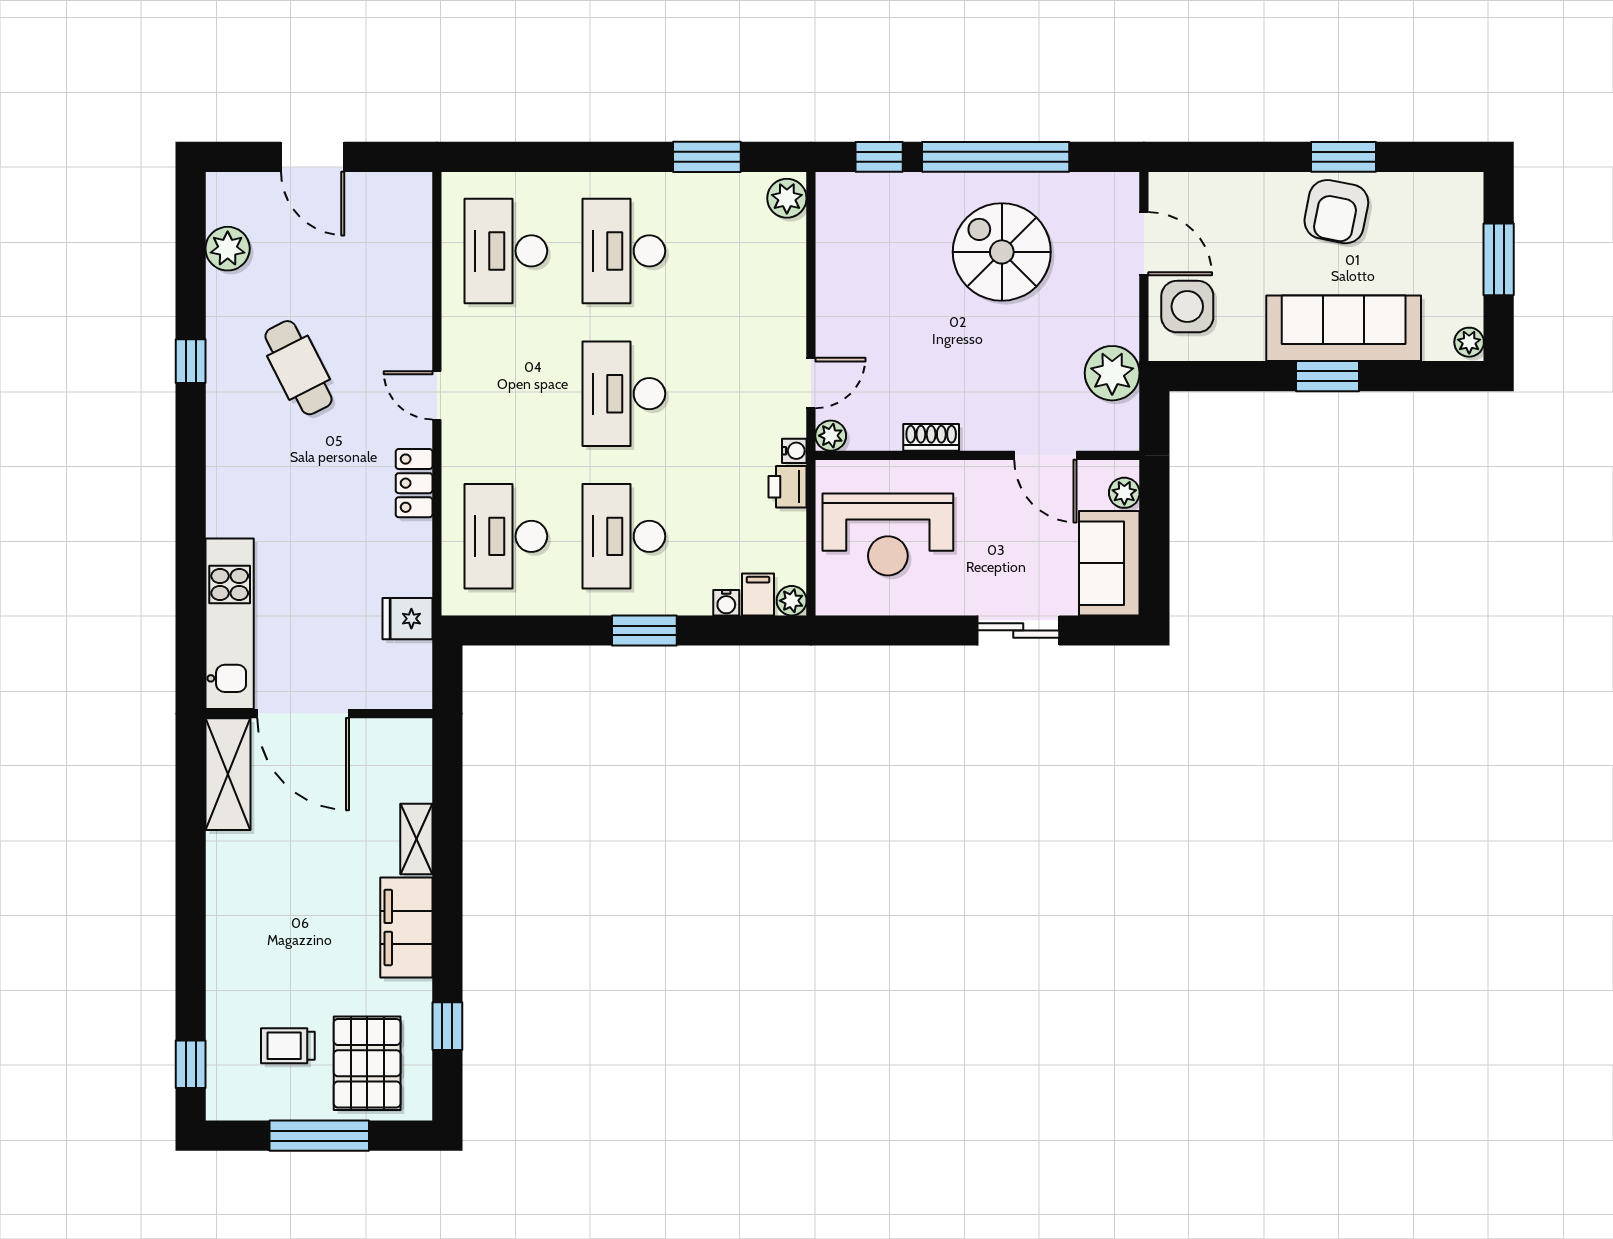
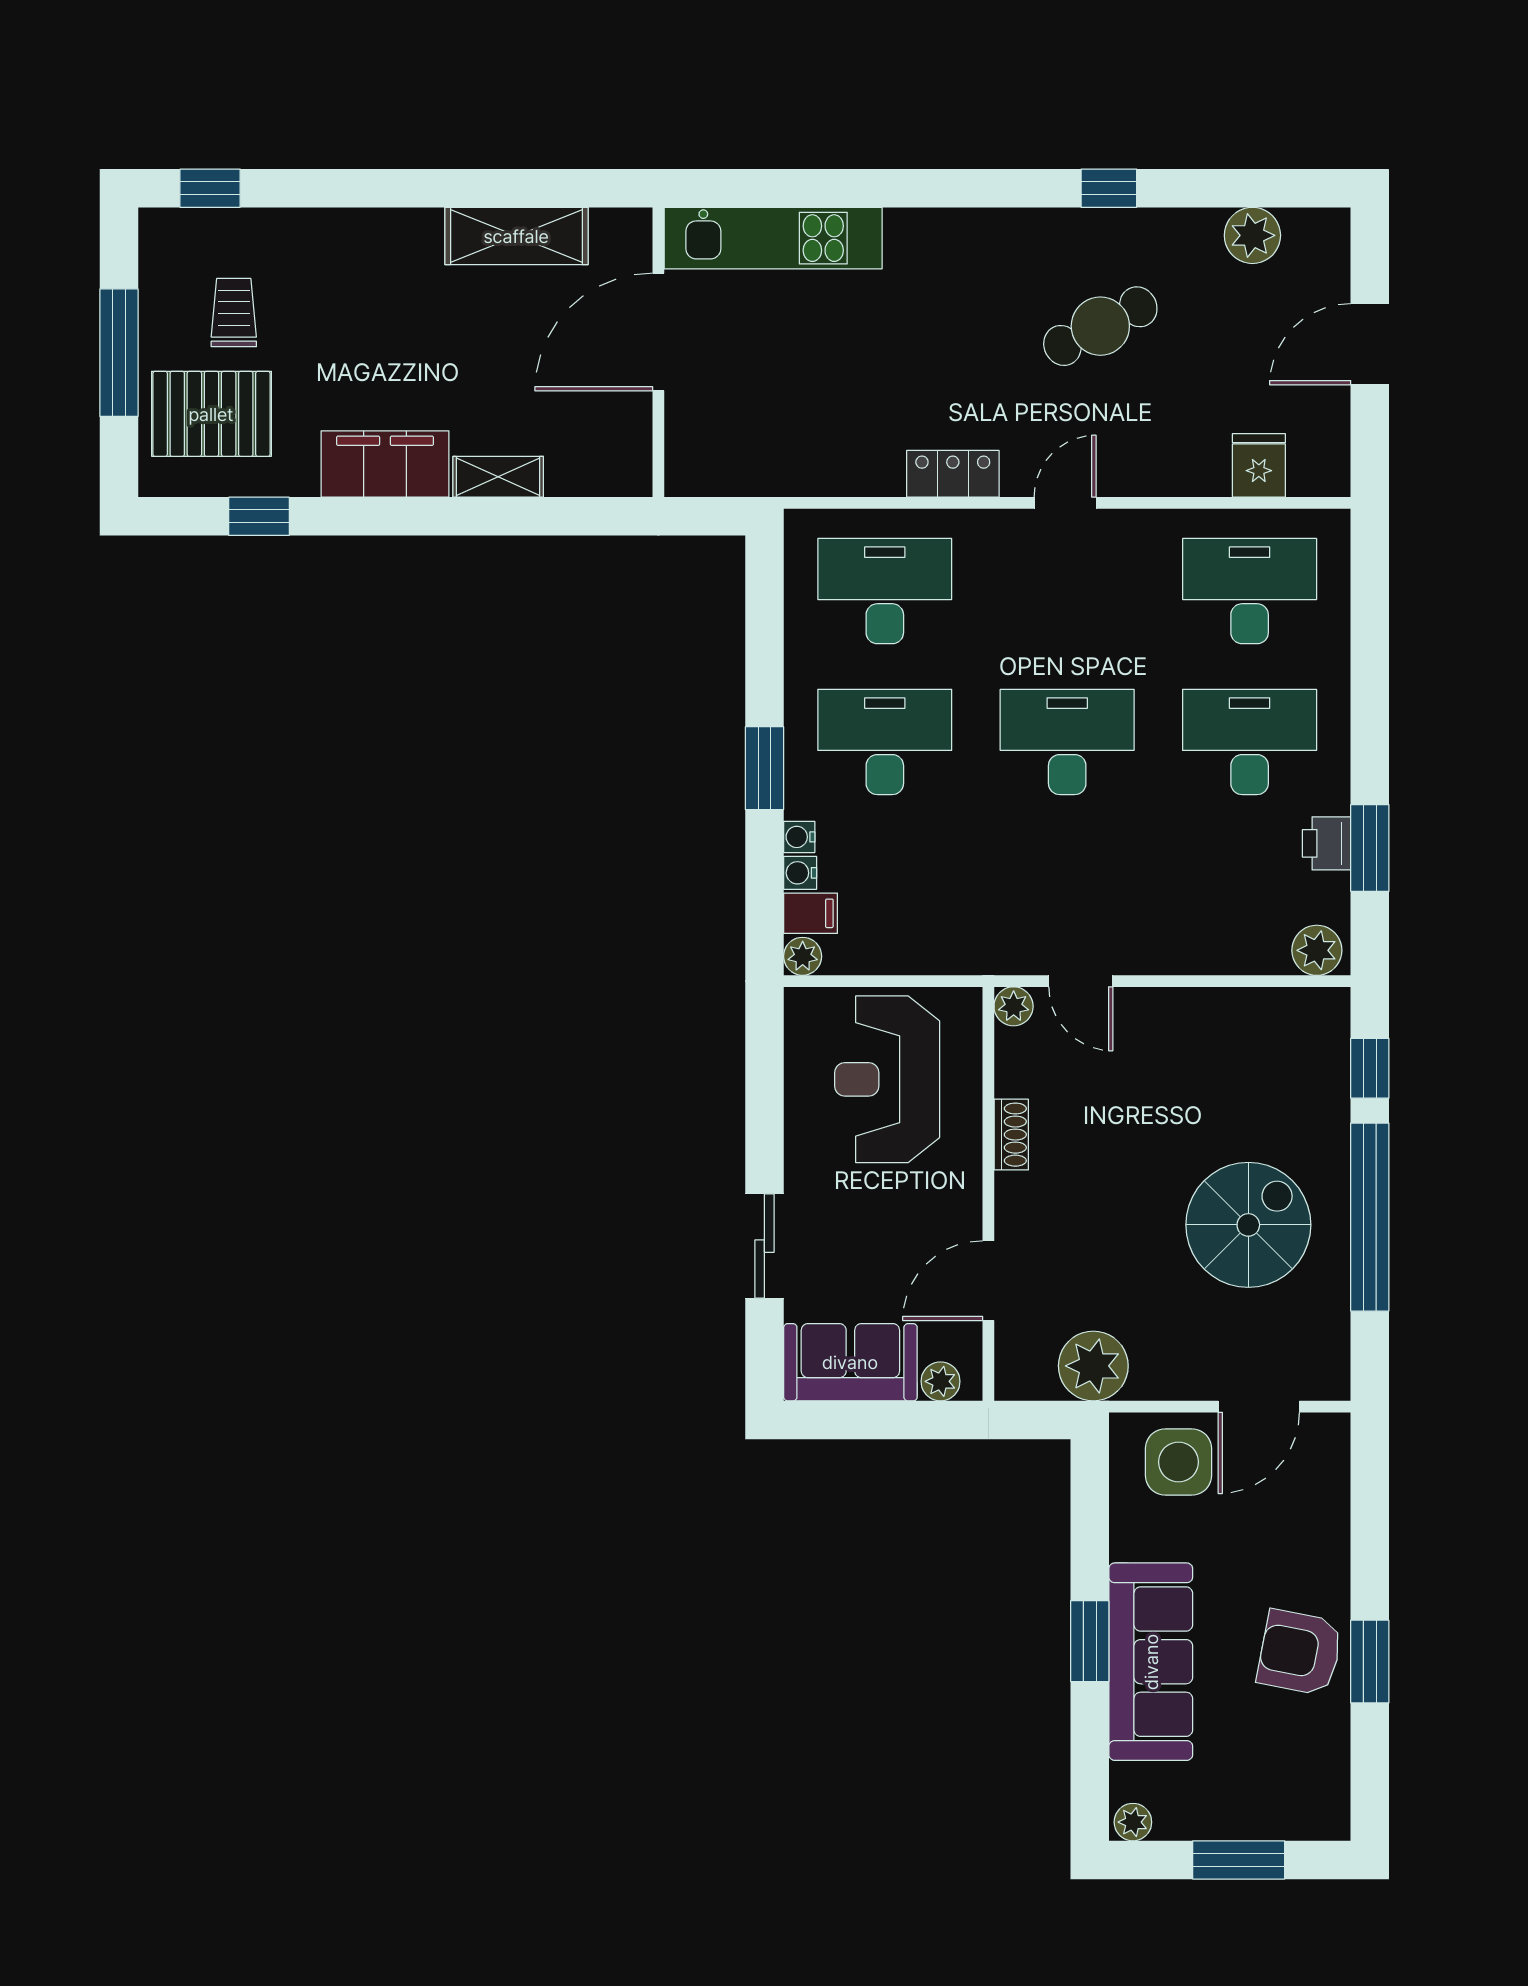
water cooler: (794, 451) -> (799, 837), moved, turned 90
printer: (788, 487) -> (1327, 843), moved, turned -90
fridge: (408, 619) -> (1259, 465), moved
shelving: (228, 774) -> (516, 236), moved

